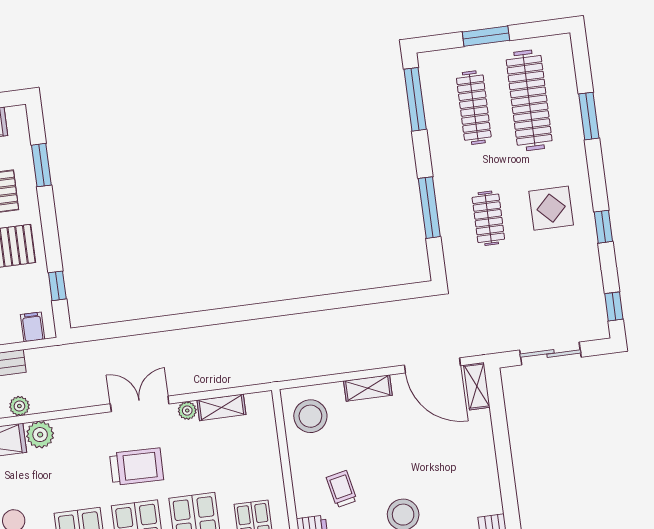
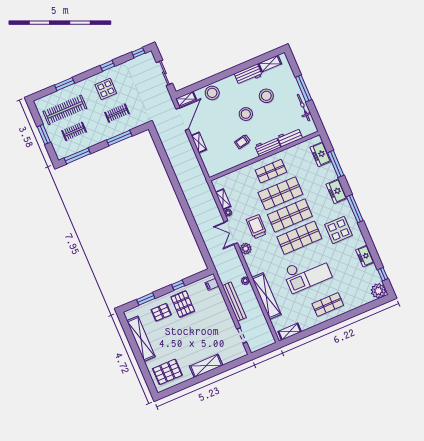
clothes rail: (474, 108) -> (74, 131), width x0.73
window: (57, 286) -> (178, 285), moved
stool: (310, 416) -> (212, 93), moved
plant: (40, 435) -> (246, 249), moved

